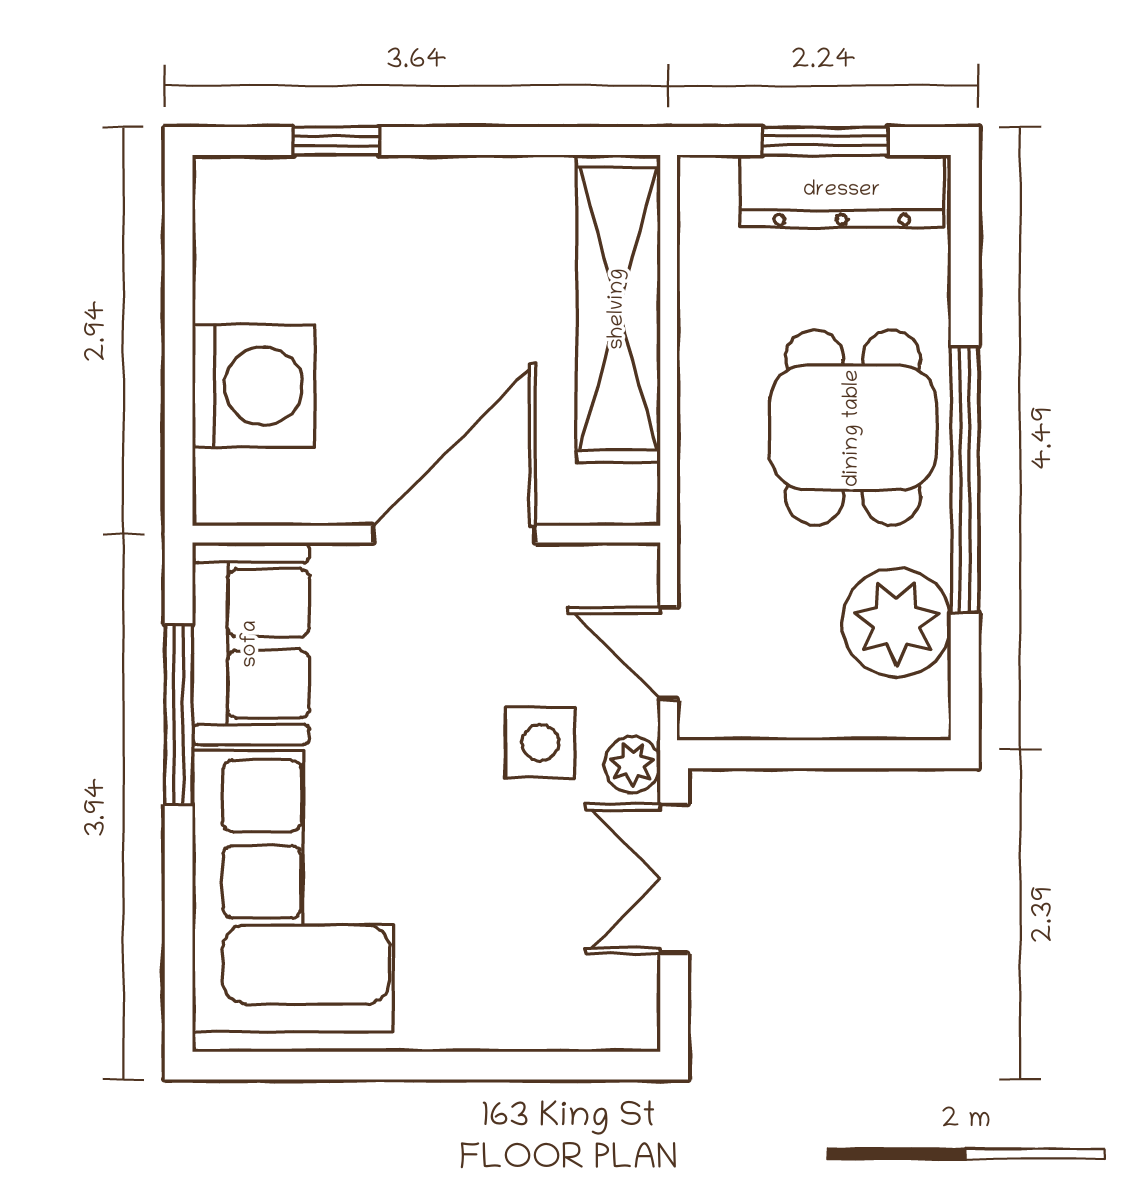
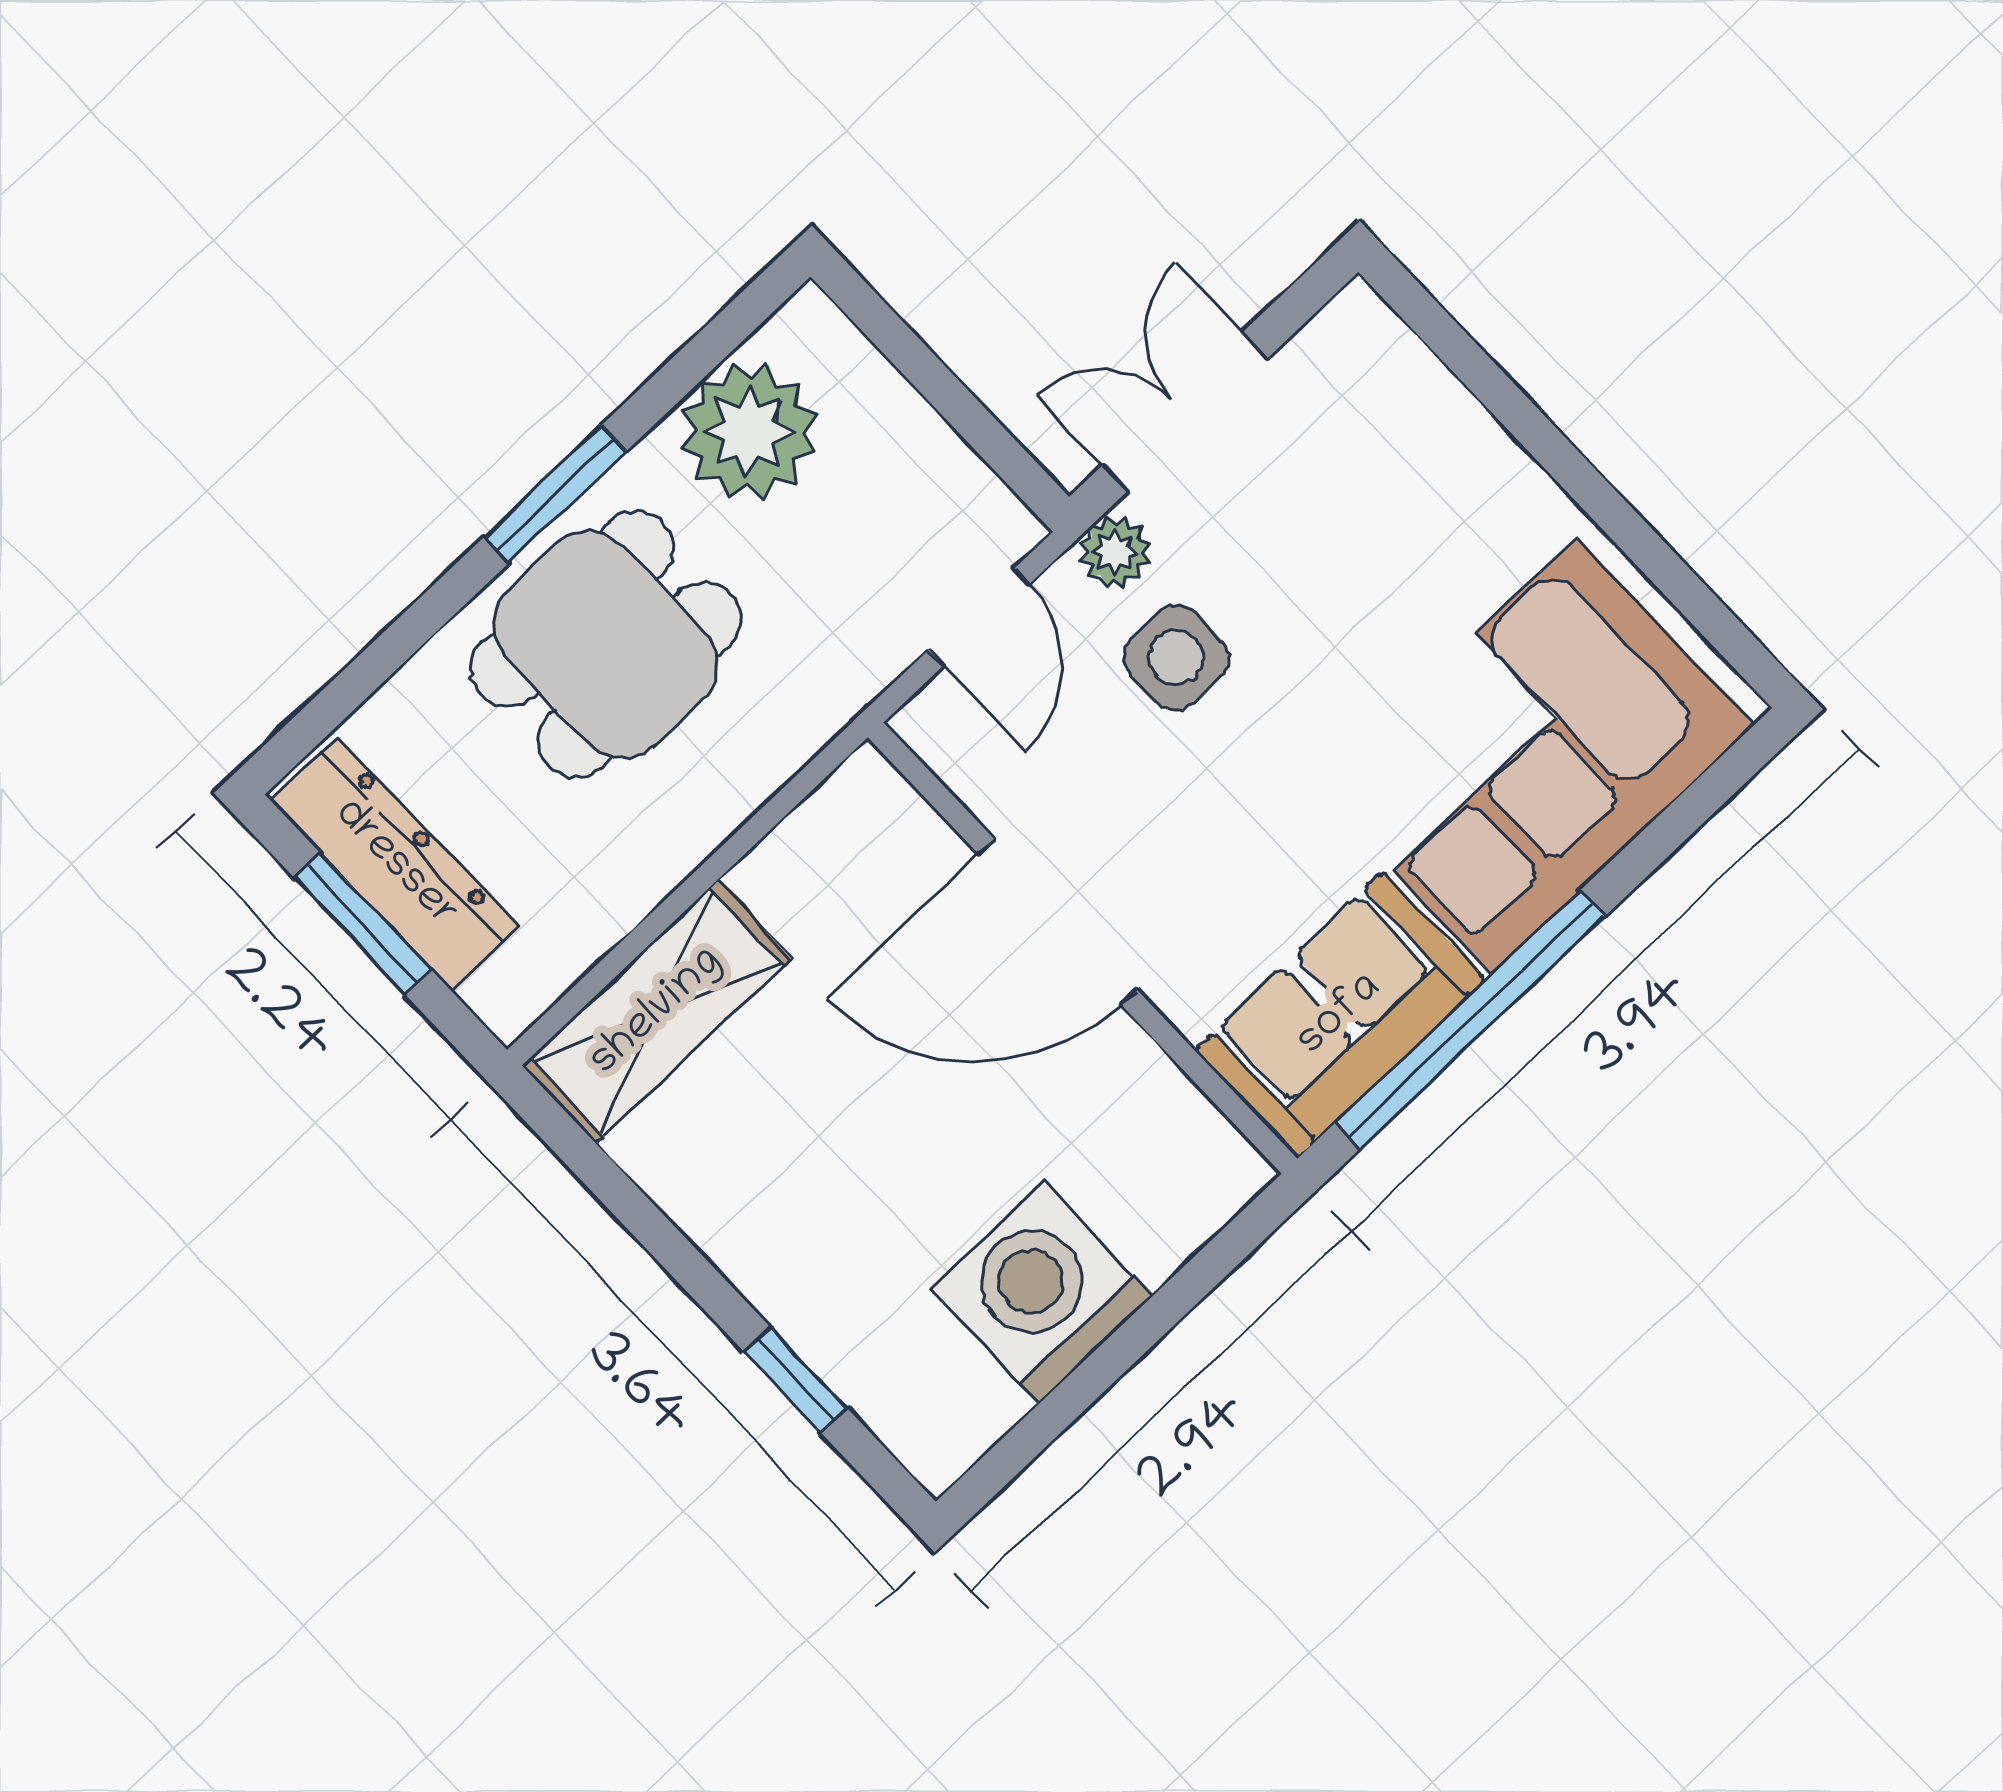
shelving: (618, 309) -> (657, 1012), width x0.68
washing machine: (254, 386) -> (1042, 1293), moved
window: (965, 480) -> (555, 494), width x0.47
window: (179, 715) -> (1470, 1019), width x1.46
double door: (674, 879) -> (1185, 412), swing flipped

